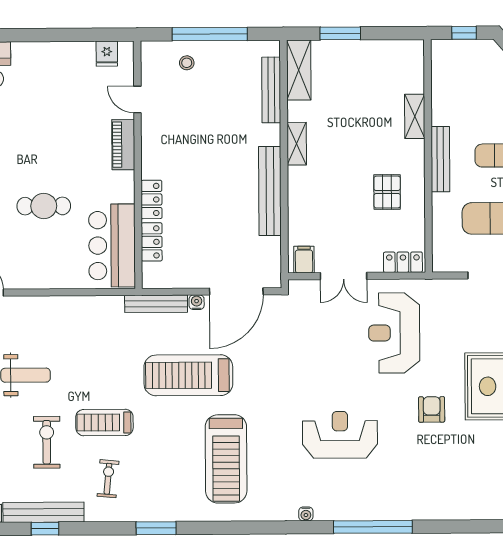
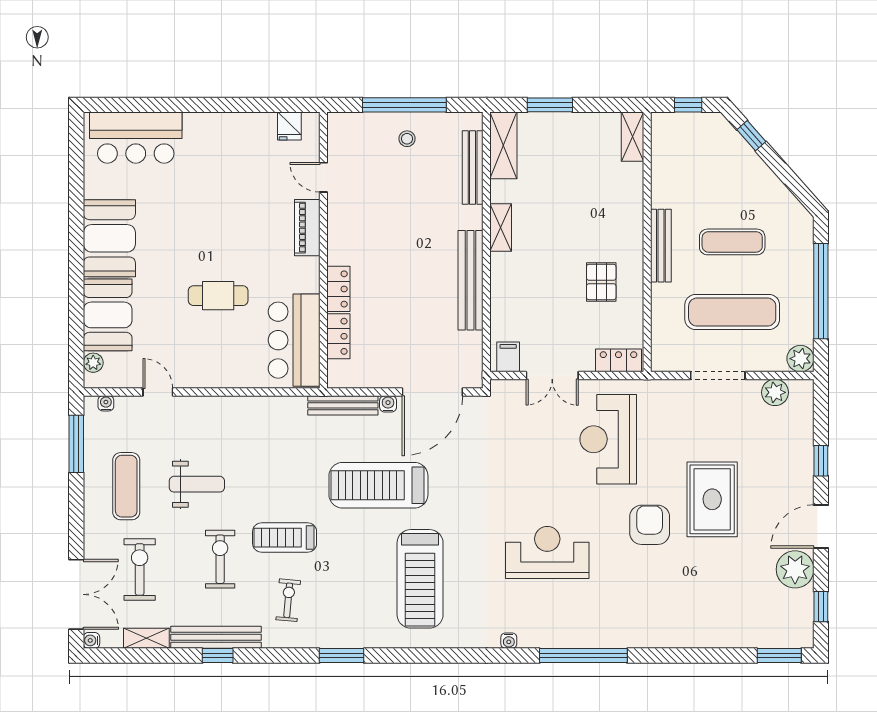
stool: (187, 63) -> (407, 139), moved
shelving: (415, 116) -> (632, 137), moved
armchair: (432, 409) -> (650, 525), width x1.38, depth x1.38

